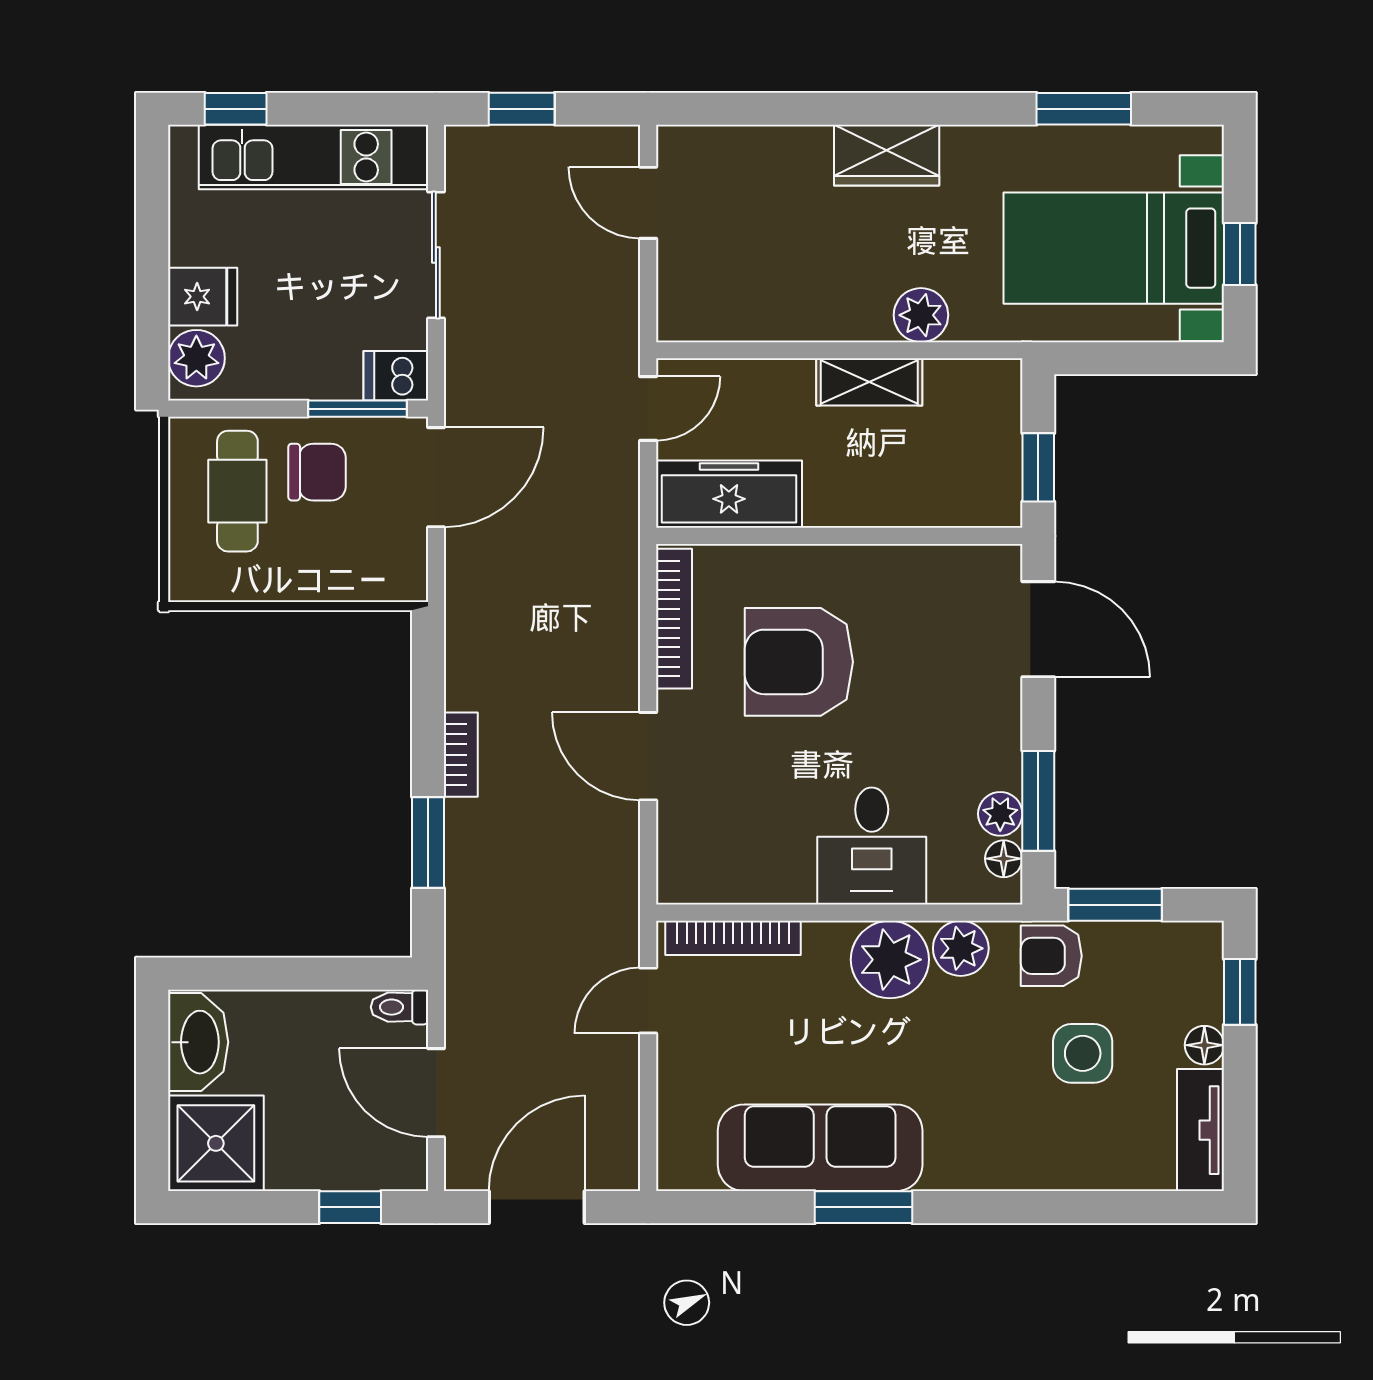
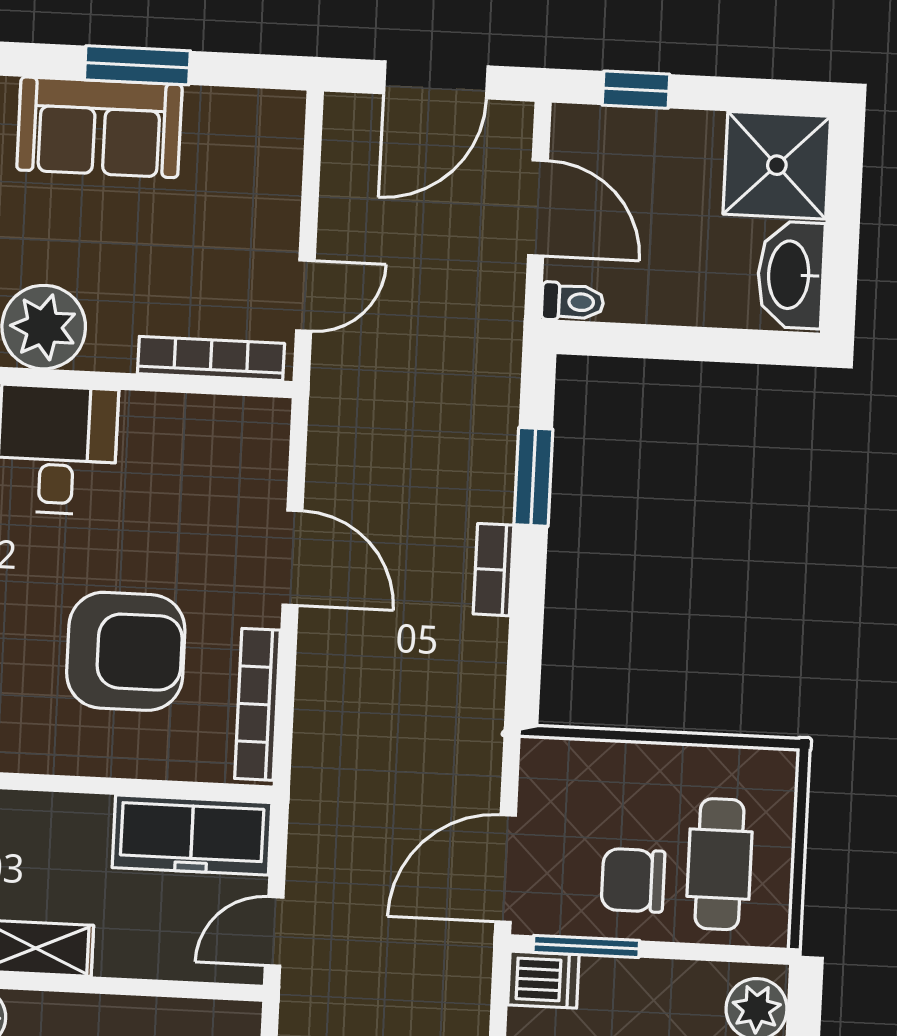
sofa: (820, 1148) -> (99, 127), width x0.73
window: (863, 1207) -> (137, 65), moved

